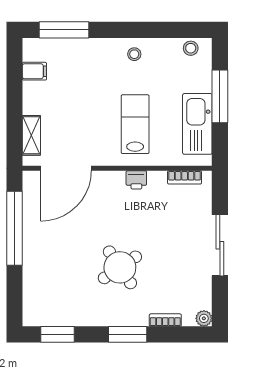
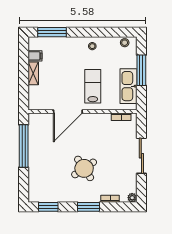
shelving: (31, 135) -> (33, 73), moved
door: (66, 168) -> (68, 112), moved
printer: (136, 180) -> (93, 118), removed

